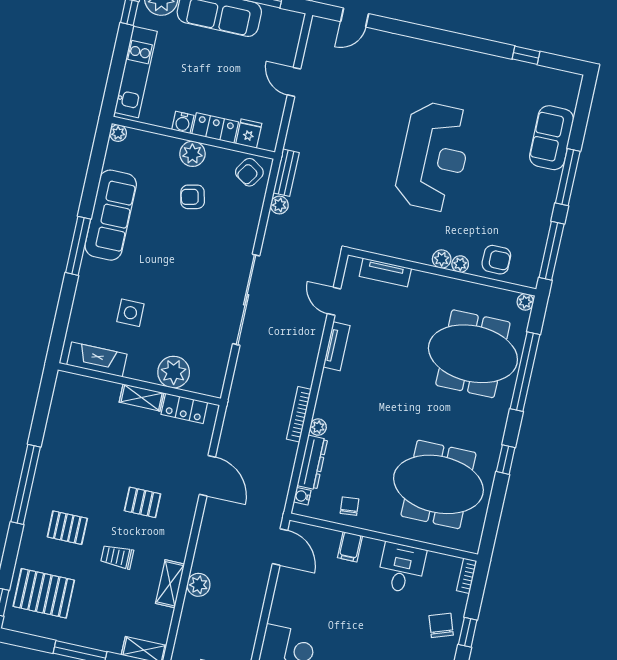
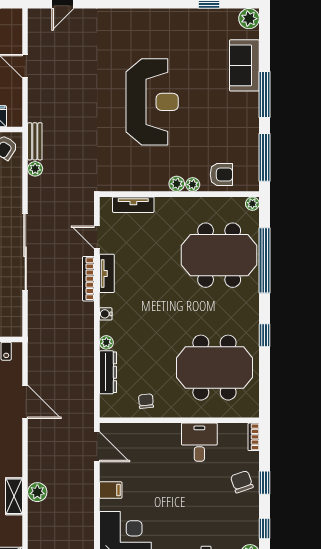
plant: (569, 84) -> (249, 19), added
bookcase: (299, 414) -> (88, 279), moved
water cooler: (302, 496) -> (106, 314), moved
filing cabinet: (350, 547) -> (111, 490), moved, turned -90

